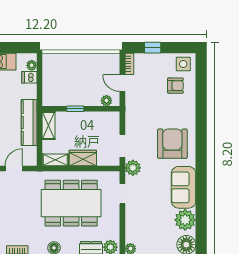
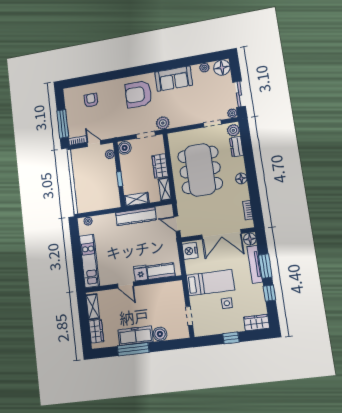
window: (153, 48) -> (63, 124), width x2.17
side table: (183, 64) -> (73, 97), removed
dishwasher: (29, 77) -> (98, 222), removed
door: (122, 83) -> (94, 144), swing flipped
boiler: (111, 119) -> (125, 148), added
doorway: (122, 194) -> (212, 124), moved
plant: (185, 220) -> (204, 68), width x0.53, depth x0.53

